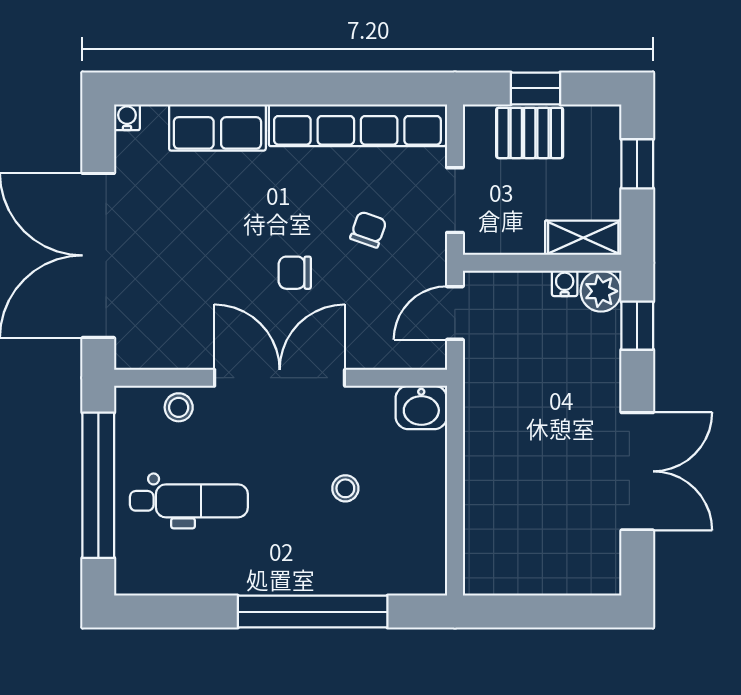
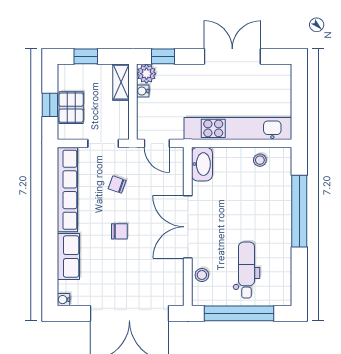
chair: (295, 273) -> (119, 231), moved, turned -90
washbasin: (421, 407) -> (202, 164), width x1.38
kitchen unit: (486, 483) -> (238, 128), added
stool: (345, 488) -> (260, 160), moved

